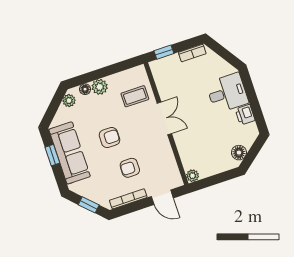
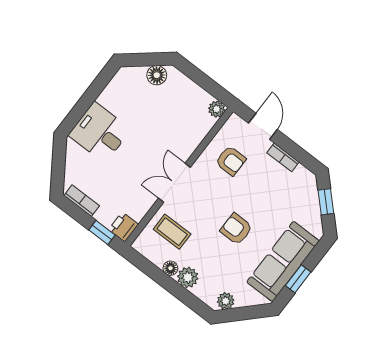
floor lamp: (85, 89) -> (170, 268), moved
printer: (245, 115) -> (124, 227), moved, turned 180
armchair: (130, 168) -> (231, 161), moved
bookcase: (128, 199) -> (283, 157), width x0.64

